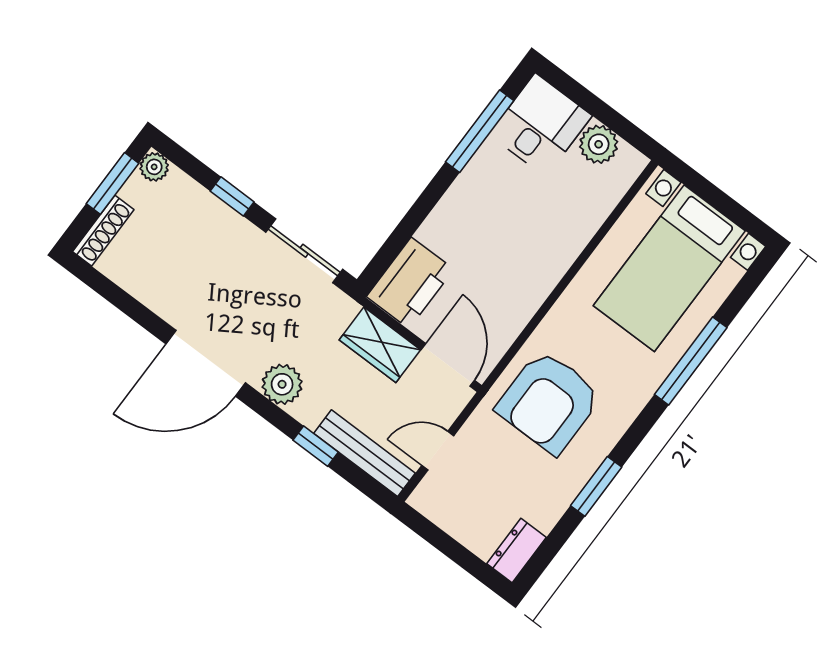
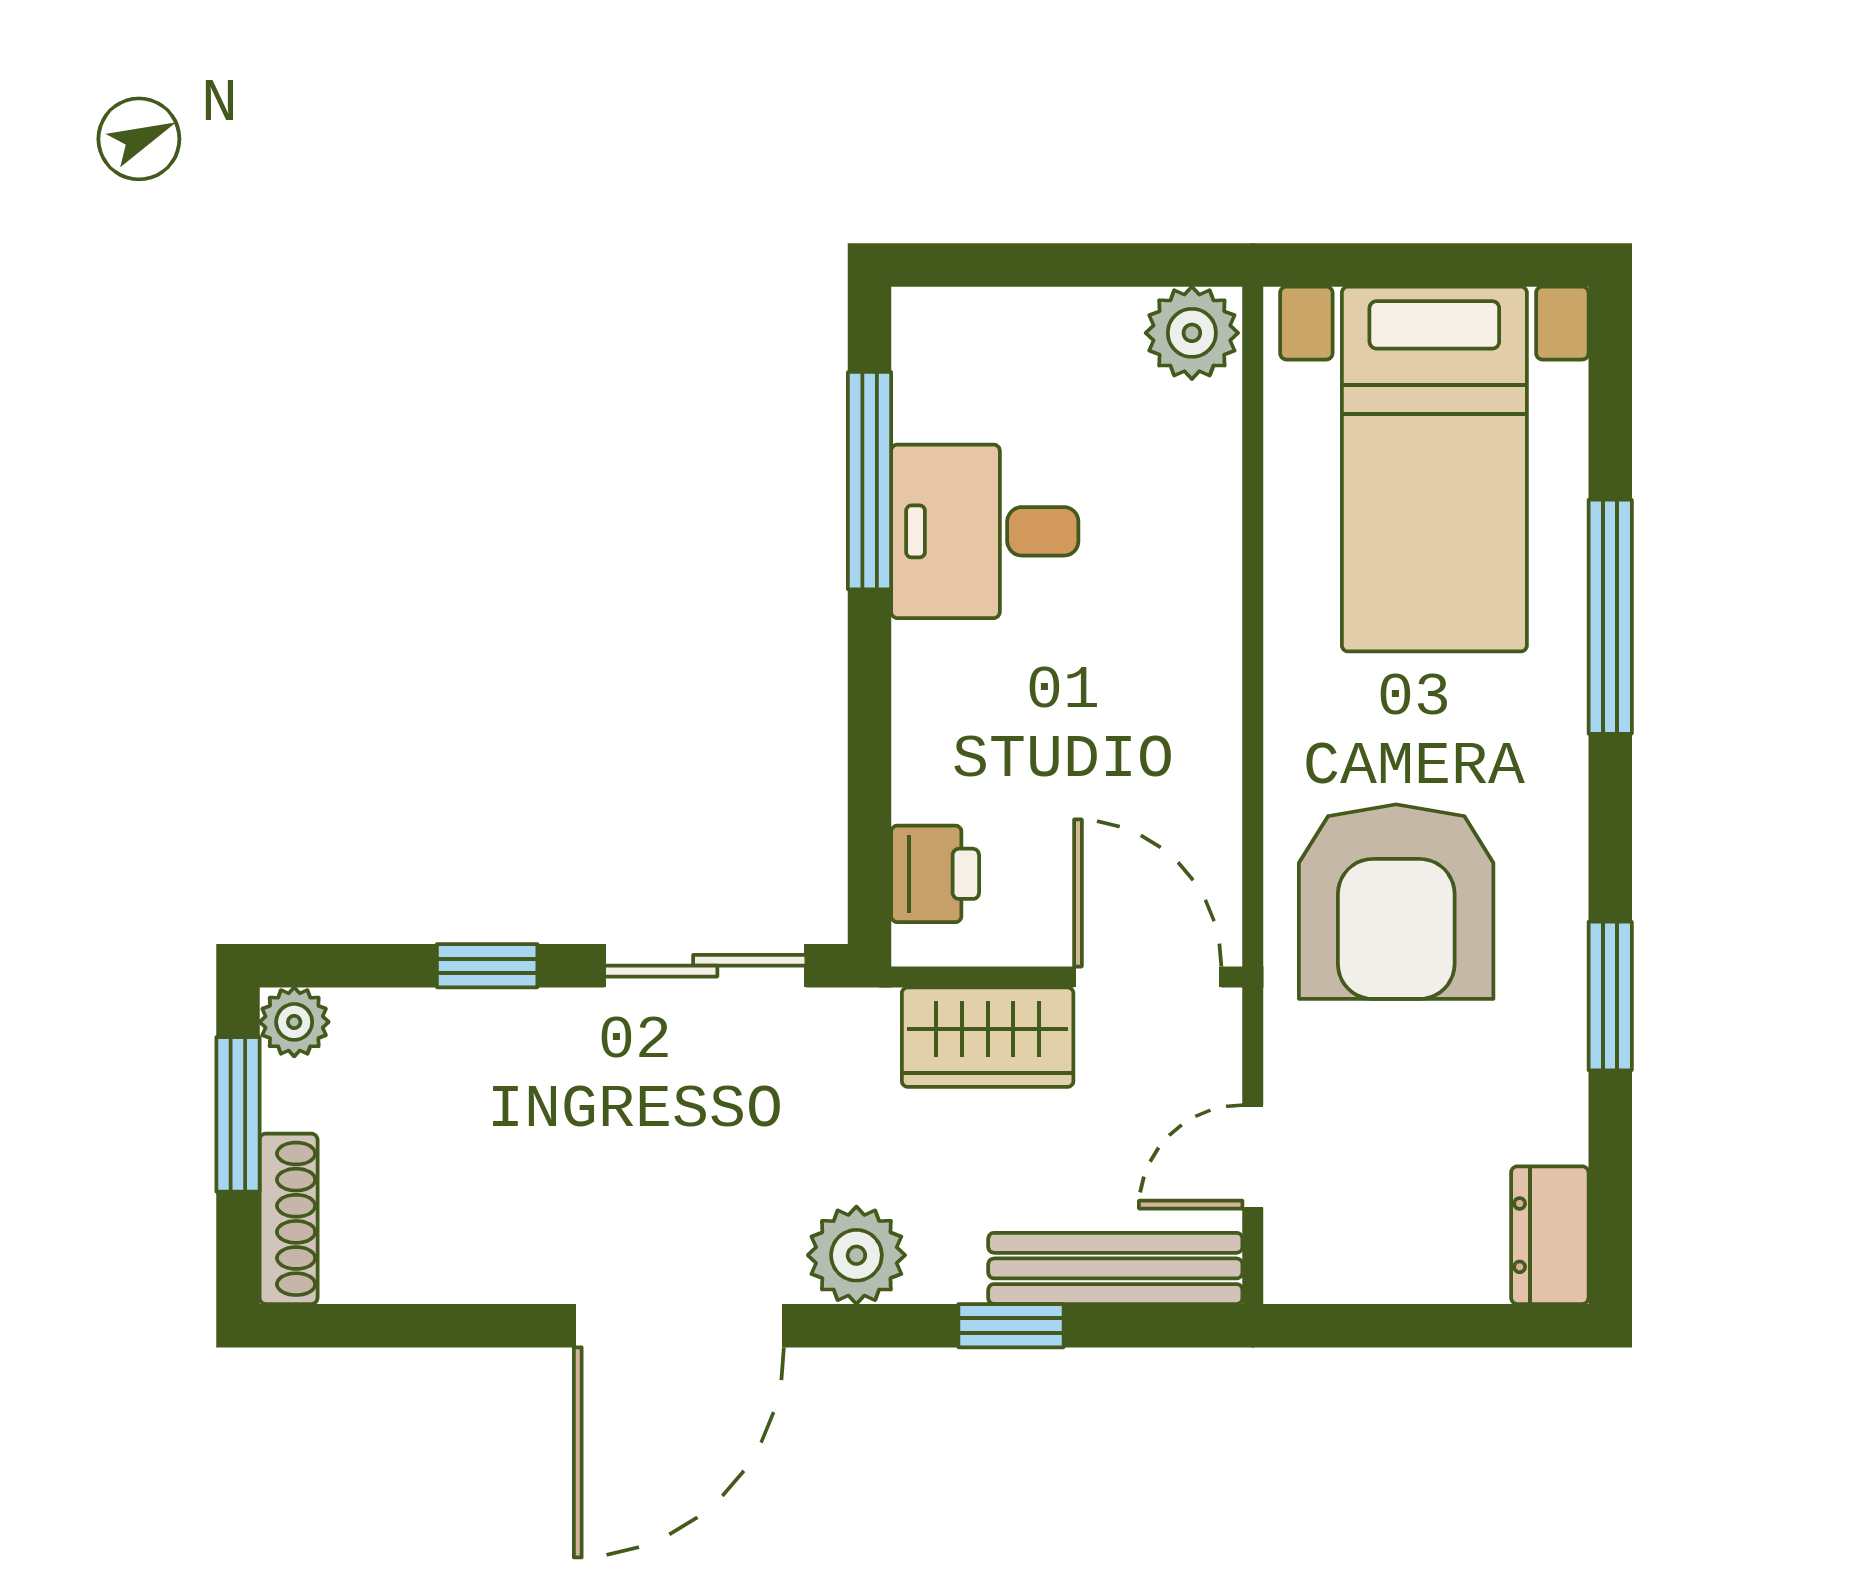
desk: (540, 125) -> (985, 531), moved, turned -90
plant: (599, 144) -> (1192, 333), moved
printer: (410, 283) -> (935, 874), width x0.53, depth x0.68

